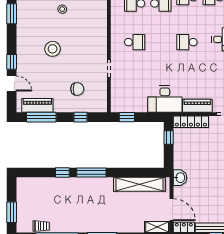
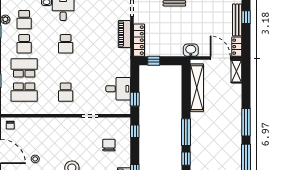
school desk: (135, 42) -> (66, 92), turned 180
desk: (165, 99) -> (118, 89), moved, width x0.73
window: (81, 117) -> (135, 131), moved
door: (172, 210) -> (220, 58), hinge flipped

